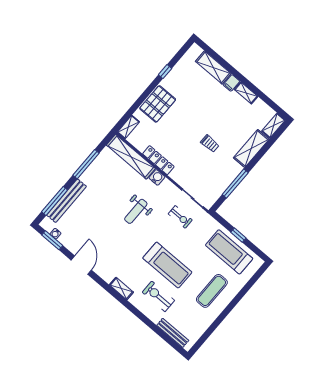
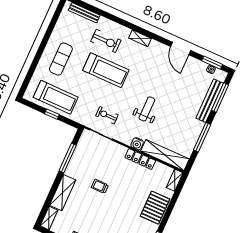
treadmill: (167, 265) -> (106, 70), turned 180

